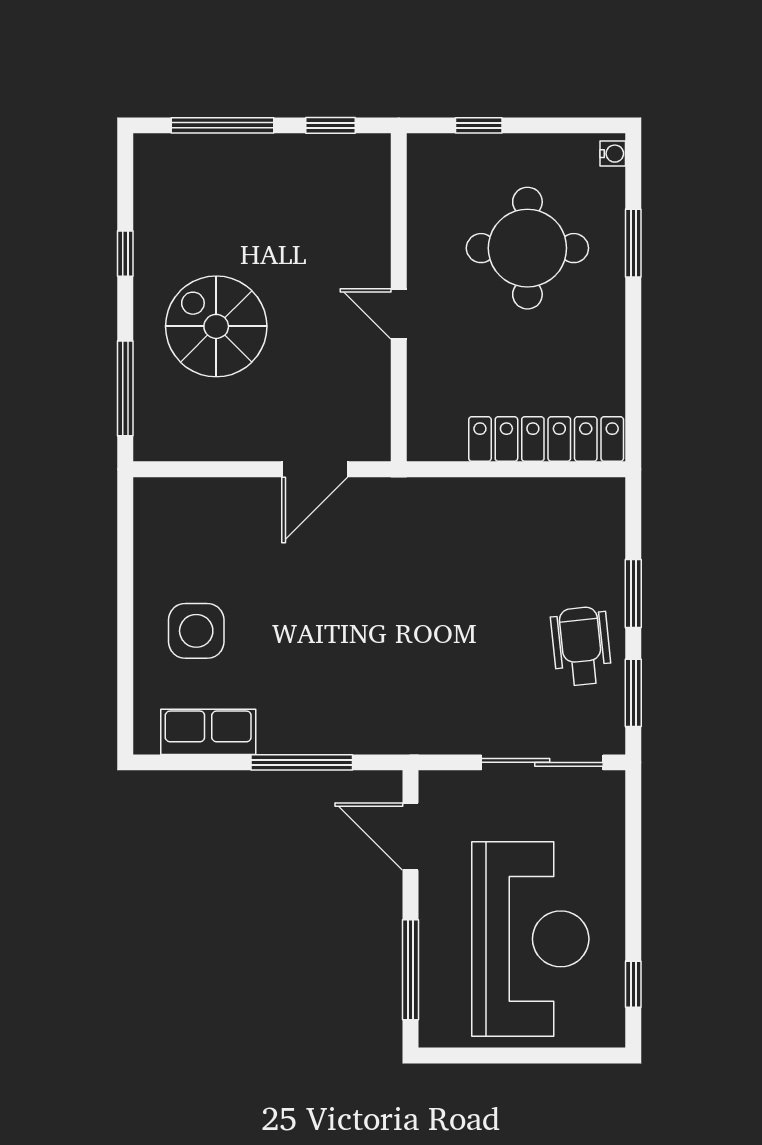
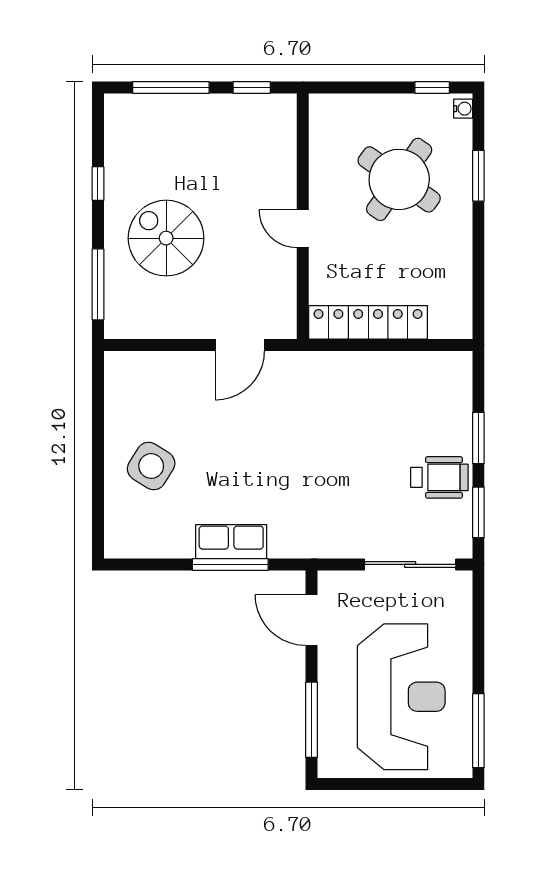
window: (479, 125) -> (432, 87), moved
round table: (527, 248) -> (399, 179), turned 35
locker: (546, 439) -> (368, 322), moved
side table: (196, 631) -> (151, 466), turned 32
wheelchair: (581, 646) -> (439, 477), turned 96
row of seats: (208, 732) -> (231, 542), moved
window: (633, 984) -> (478, 731), width x2.17

